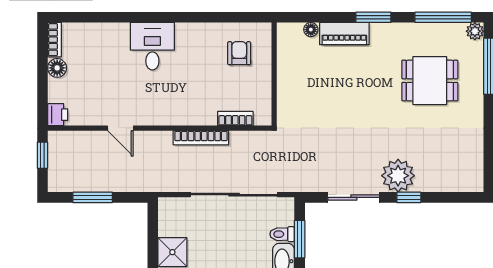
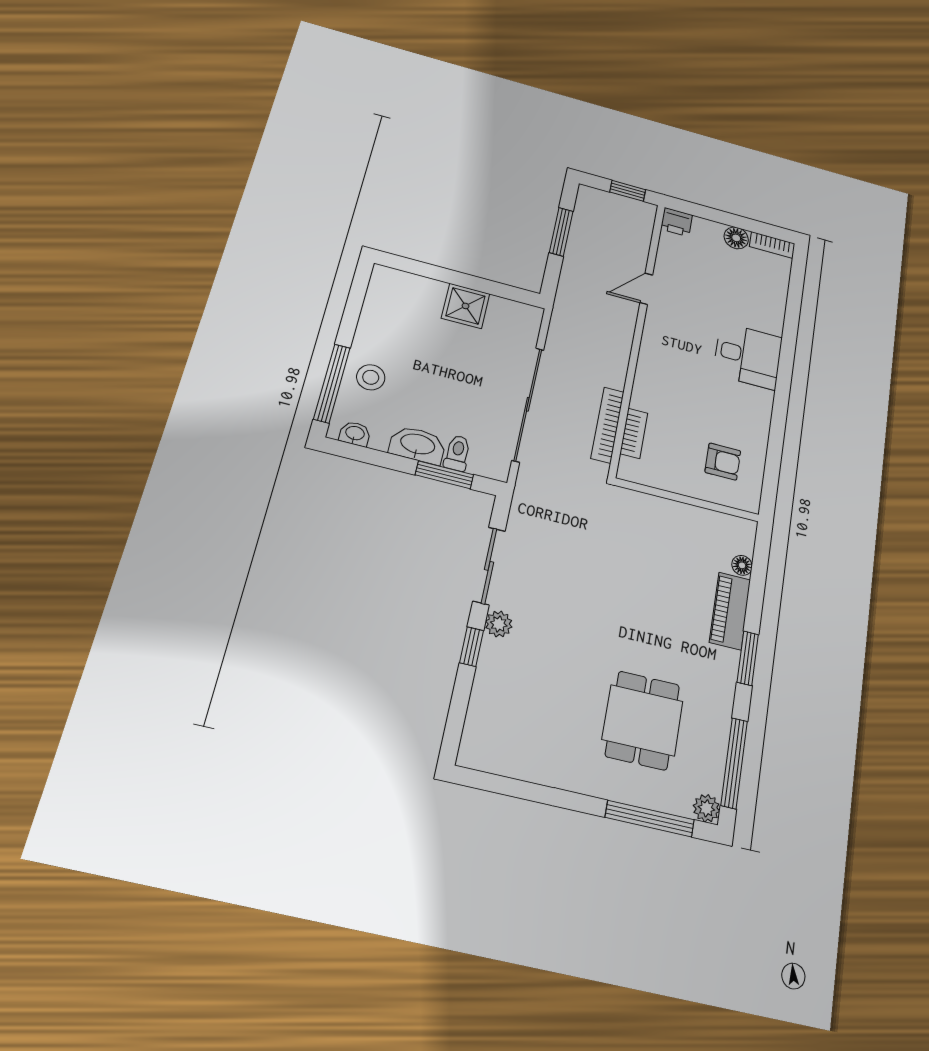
bookcase: (201, 138) -> (608, 425), moved
plant: (398, 176) -> (499, 624), width x0.53, depth x0.53

